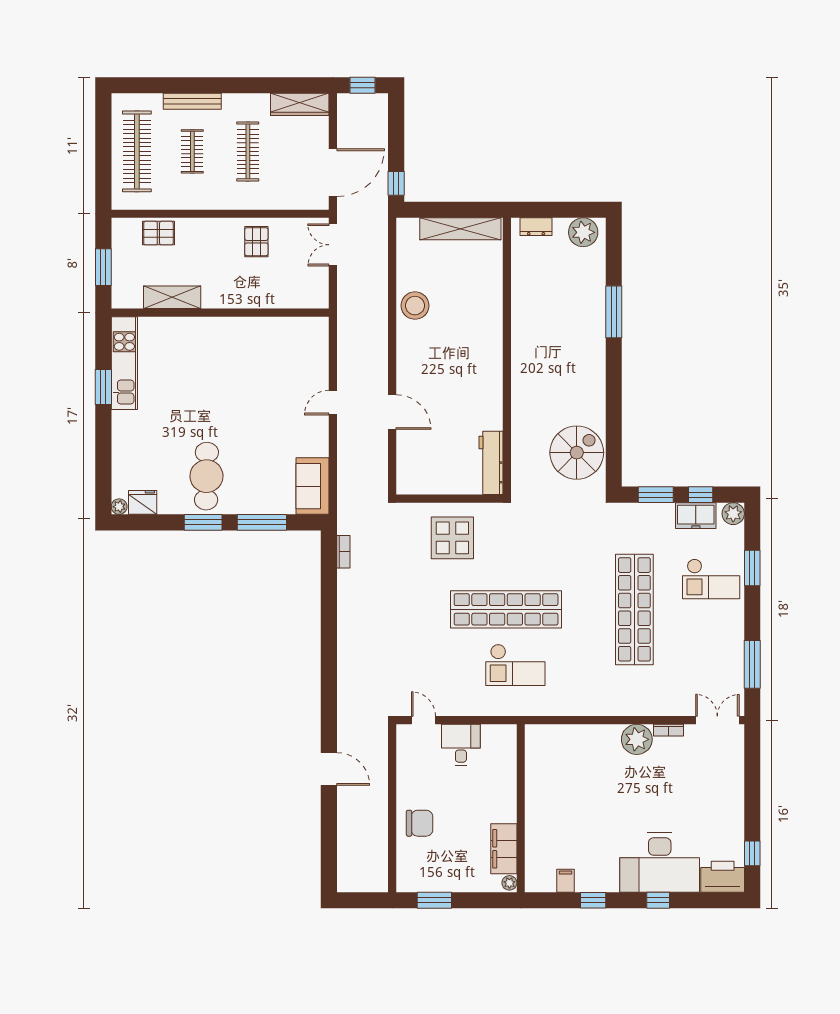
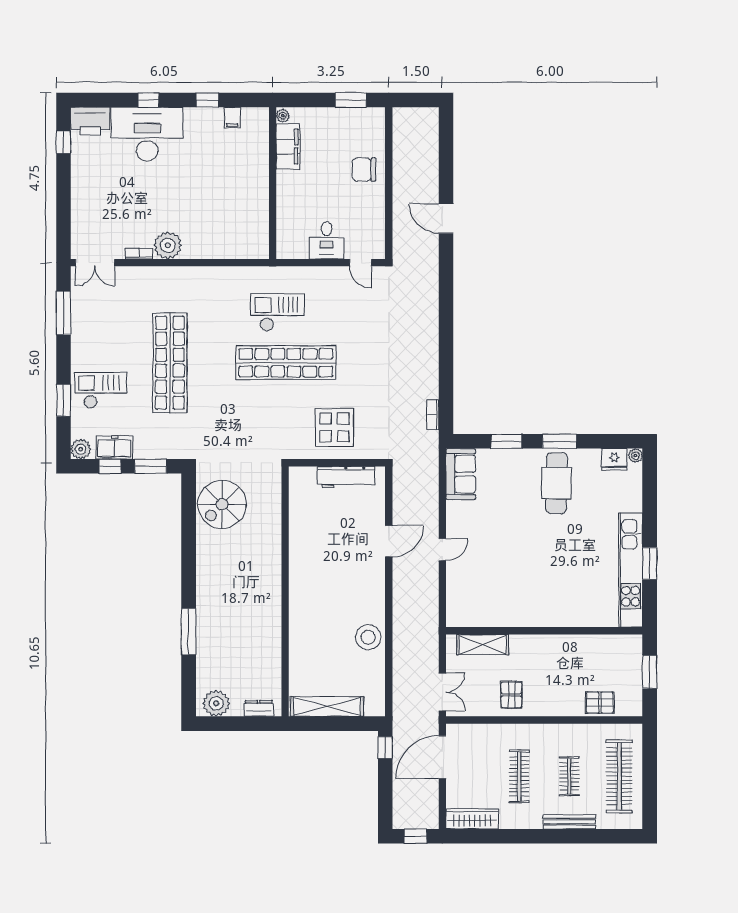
shelving: (172, 297) -> (483, 645), moved
kitchen unit: (124, 363) -> (631, 570), width x1.36
door: (392, 412) -> (389, 541), swing flipped
workbench: (491, 463) -> (346, 477), moved, turned 90
window: (262, 522) -> (506, 441), width x0.69

